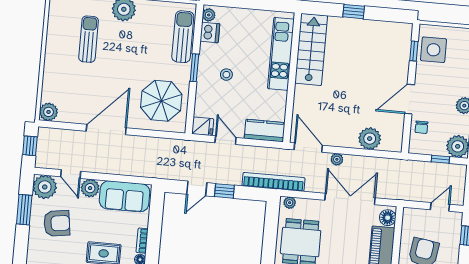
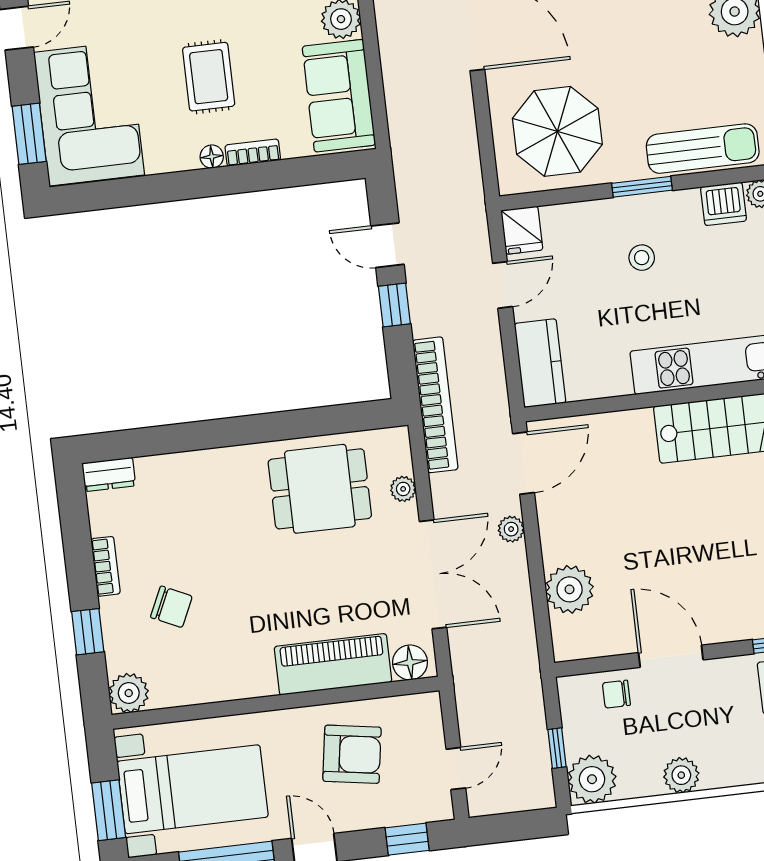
plant: (290, 203) -> (403, 489), moved
door: (440, 207) -> (456, 769), hinge flipped

